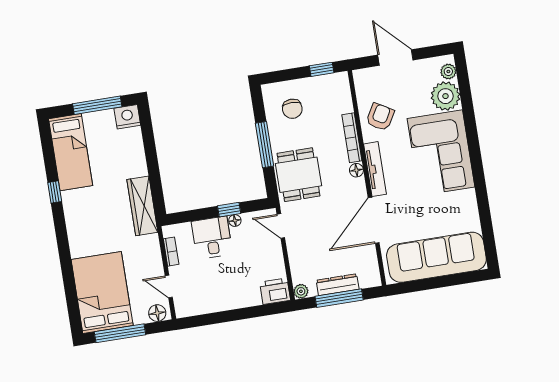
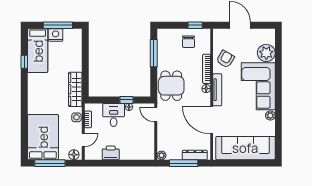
plant: (448, 71) -> (270, 116), moved
chair: (292, 109) -> (188, 42), moved
nightstand: (127, 117) -> (56, 35), moved
window: (264, 145) -> (154, 53), moved
window: (55, 192) -> (24, 62), moved
door: (374, 220) -> (212, 120), hinge flipped
side table: (152, 251) -> (76, 117), added
dresser: (338, 285) -> (195, 155), moved
door: (169, 287) -> (83, 140), swing flipped
printer: (275, 291) -> (111, 153), moved

